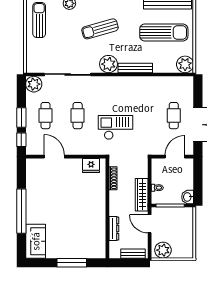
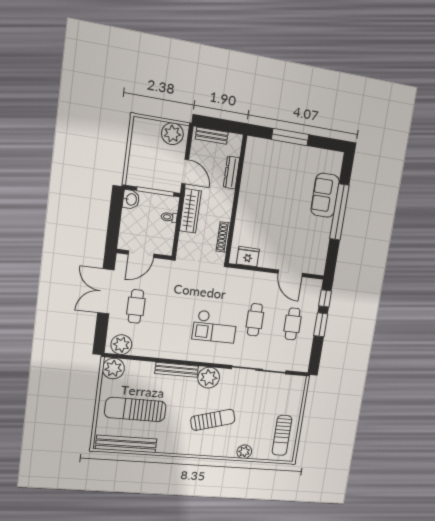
plant: (34, 84) -> (121, 345), moved
checkout: (116, 127) -> (215, 327), moved
sofa: (36, 241) -> (325, 195), moved

